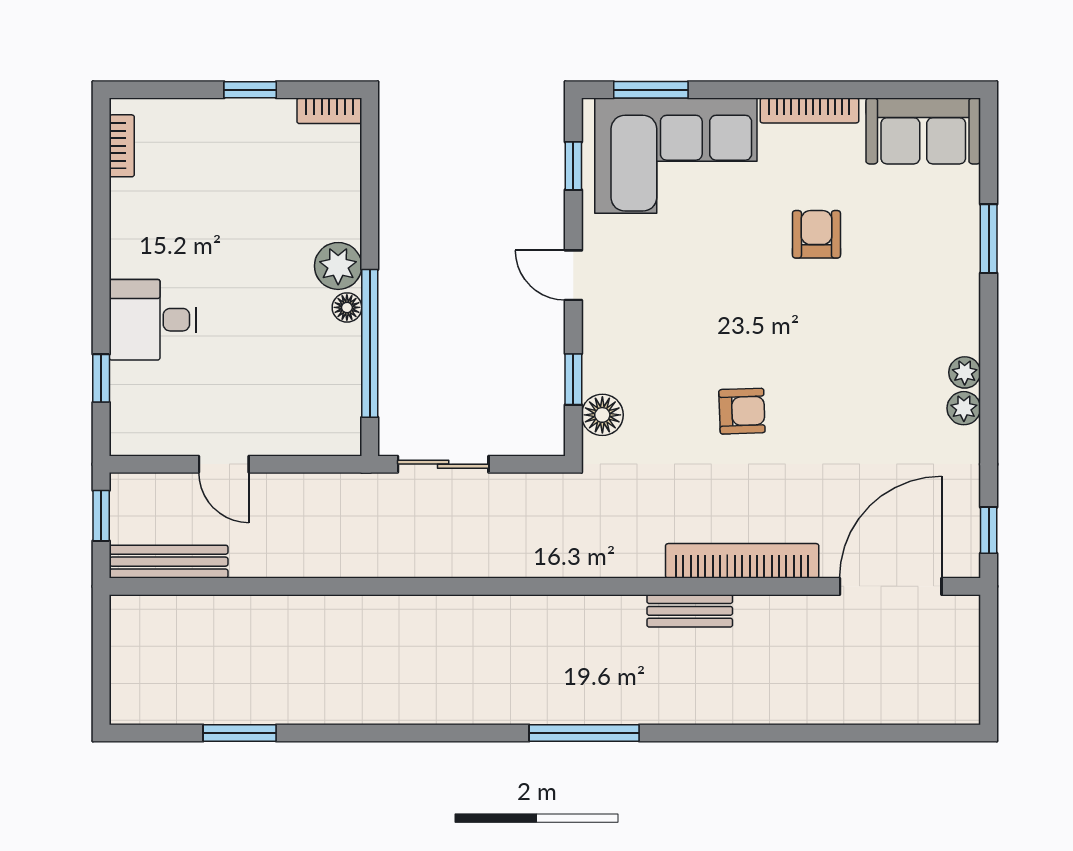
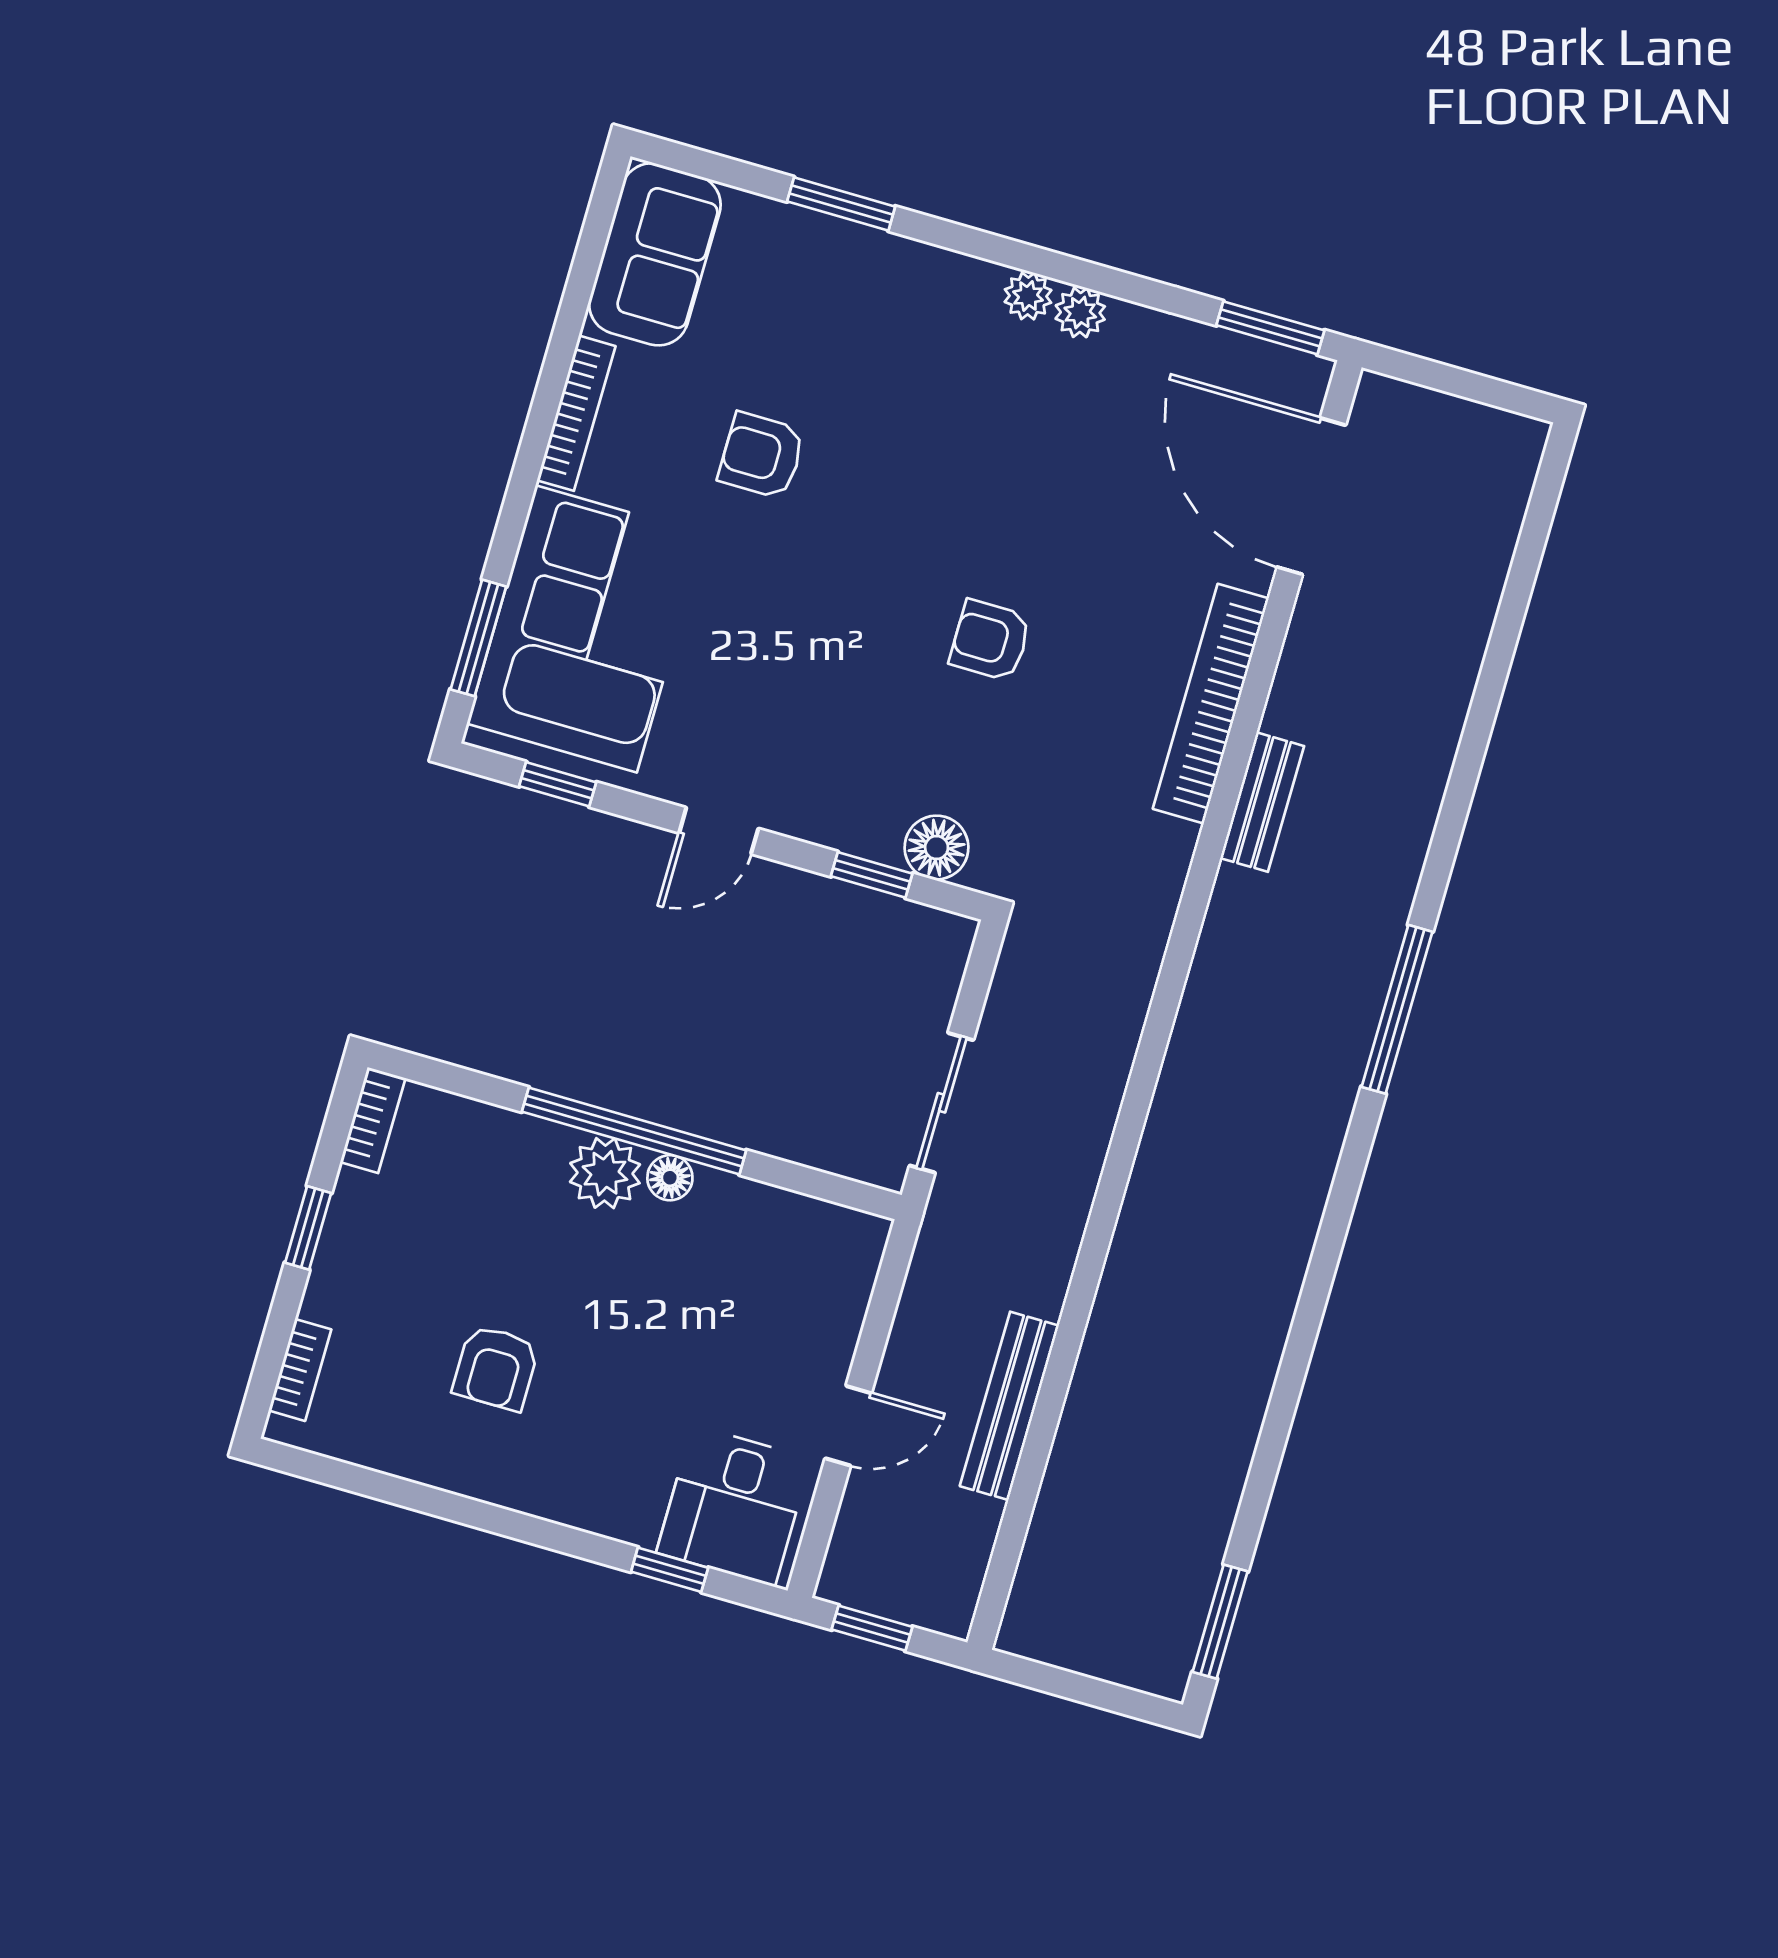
bookcase: (122, 146) -> (300, 1370), moved, turned 90
armchair: (196, 233) -> (496, 1368), added
desk: (153, 320) -> (734, 1506), moved
window: (370, 343) -> (634, 1131), moved
armchair: (742, 411) -> (990, 640), turned -88
window: (989, 530) -> (1270, 328), width x1.50
bench: (169, 562) -> (1009, 1406), moved
window: (240, 733) -> (1220, 1622), moved

